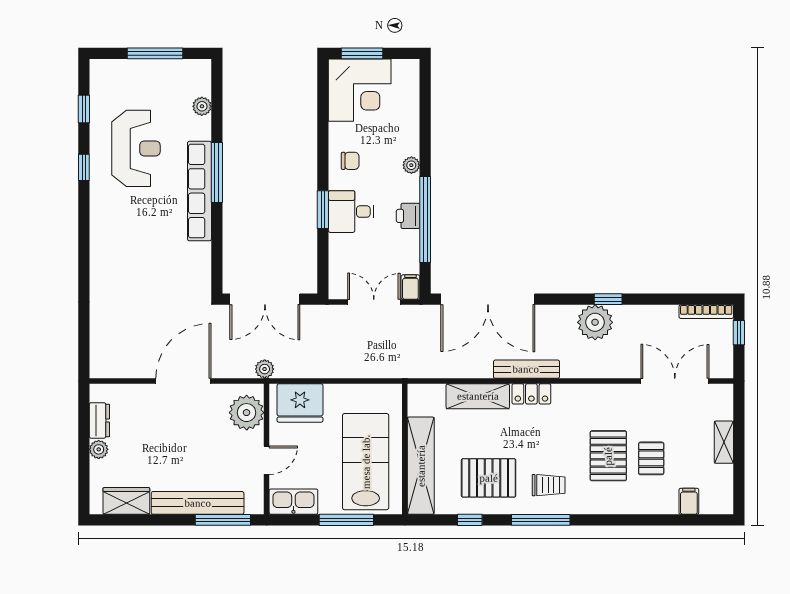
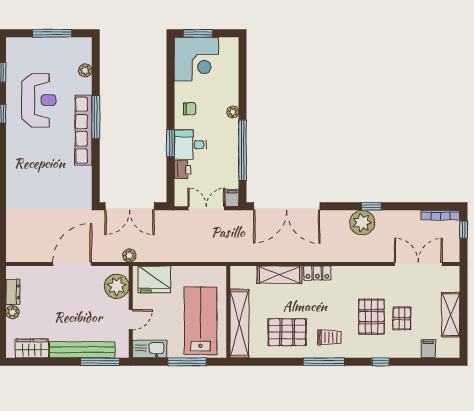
printer: (408, 216) -> (183, 170), moved, turned 180
bench: (526, 369) -> (314, 256), removed
shelving: (724, 442) -> (451, 315), width x1.50, depth x1.33
window: (470, 520) -> (381, 362), moved

